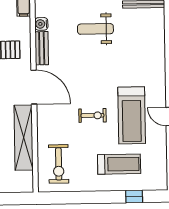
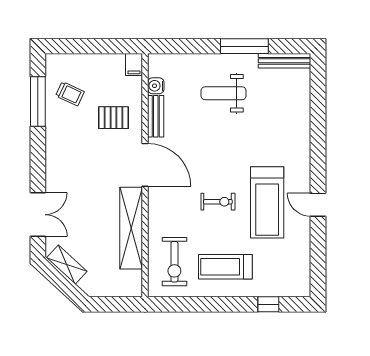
treadmill: (119, 164) -> (225, 267), moved, turned 180

